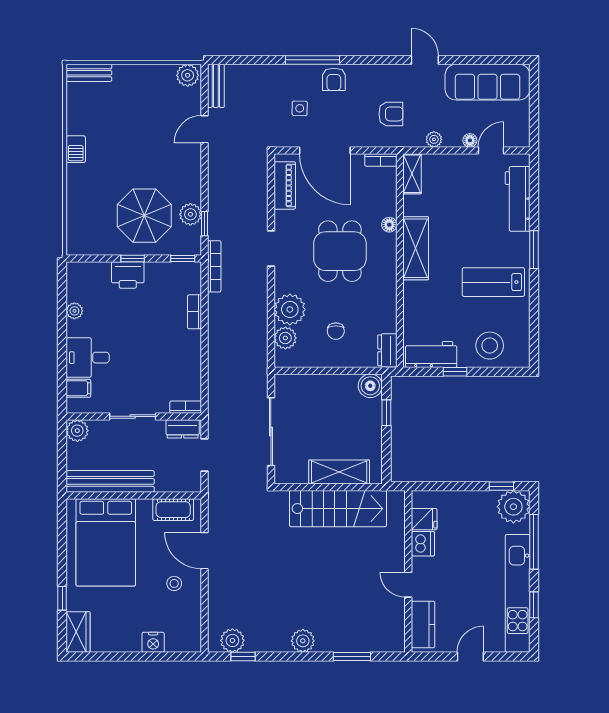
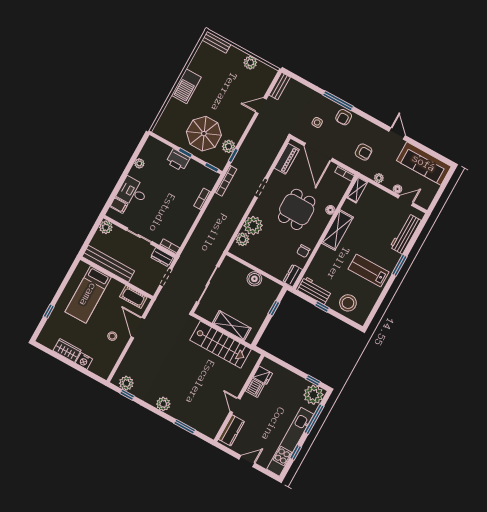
plant: (188, 75) -> (250, 63), moved
barbecue: (76, 149) -> (186, 86), width x1.88, depth x1.53
chair: (336, 331) -> (303, 251), moved
boiler: (370, 386) -> (254, 279), moved
bed: (106, 542) -> (88, 295), width x0.67
wardrobe: (78, 632) -> (67, 350), moved, turned -90

